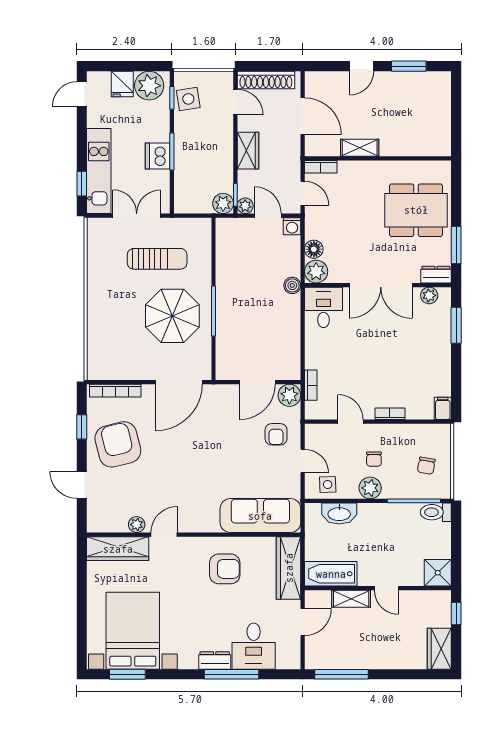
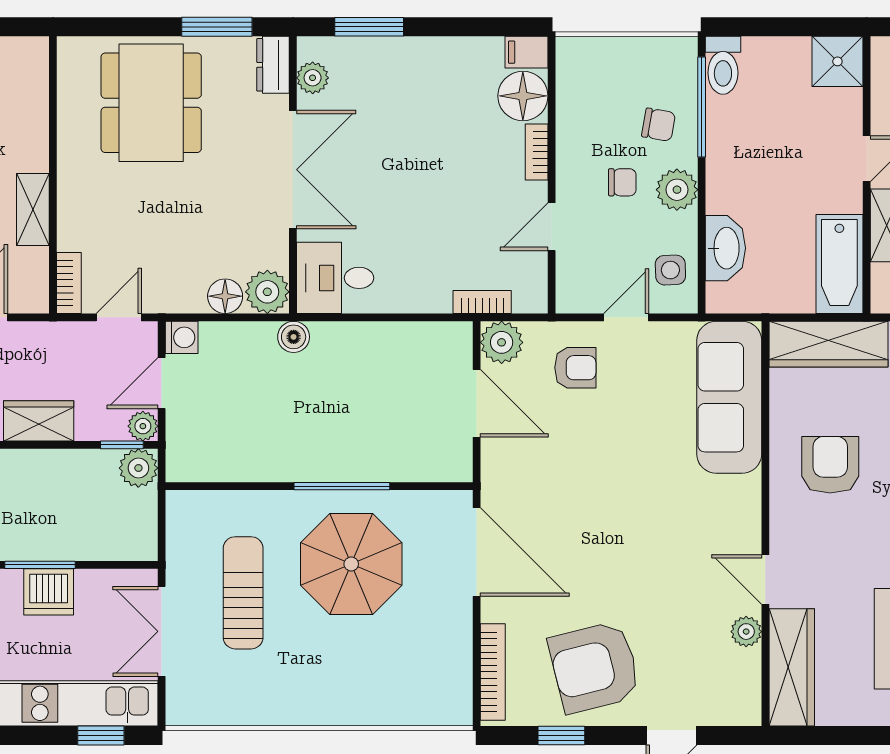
floor lamp: (420, 407) -> (523, 96), added
chair: (426, 466) -> (659, 125), moved

